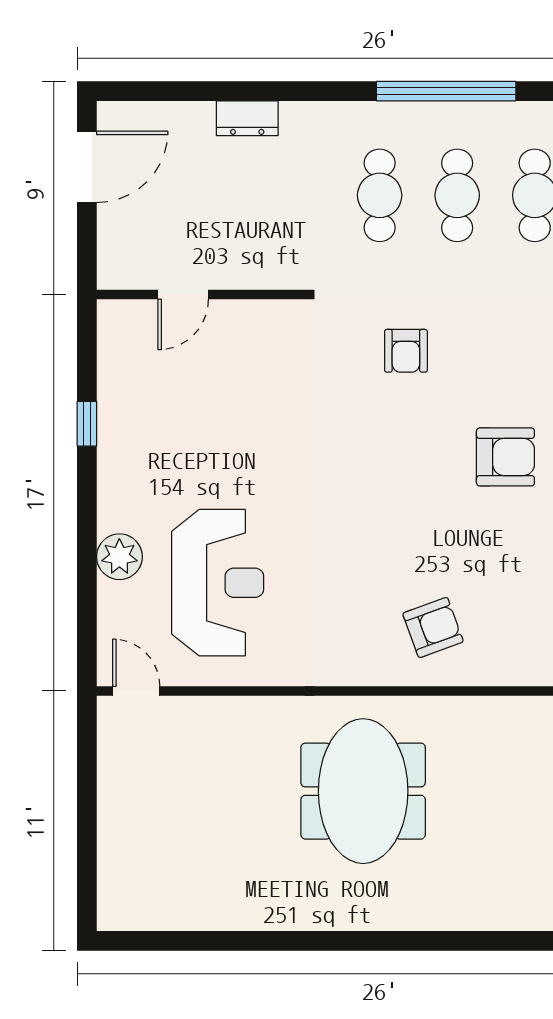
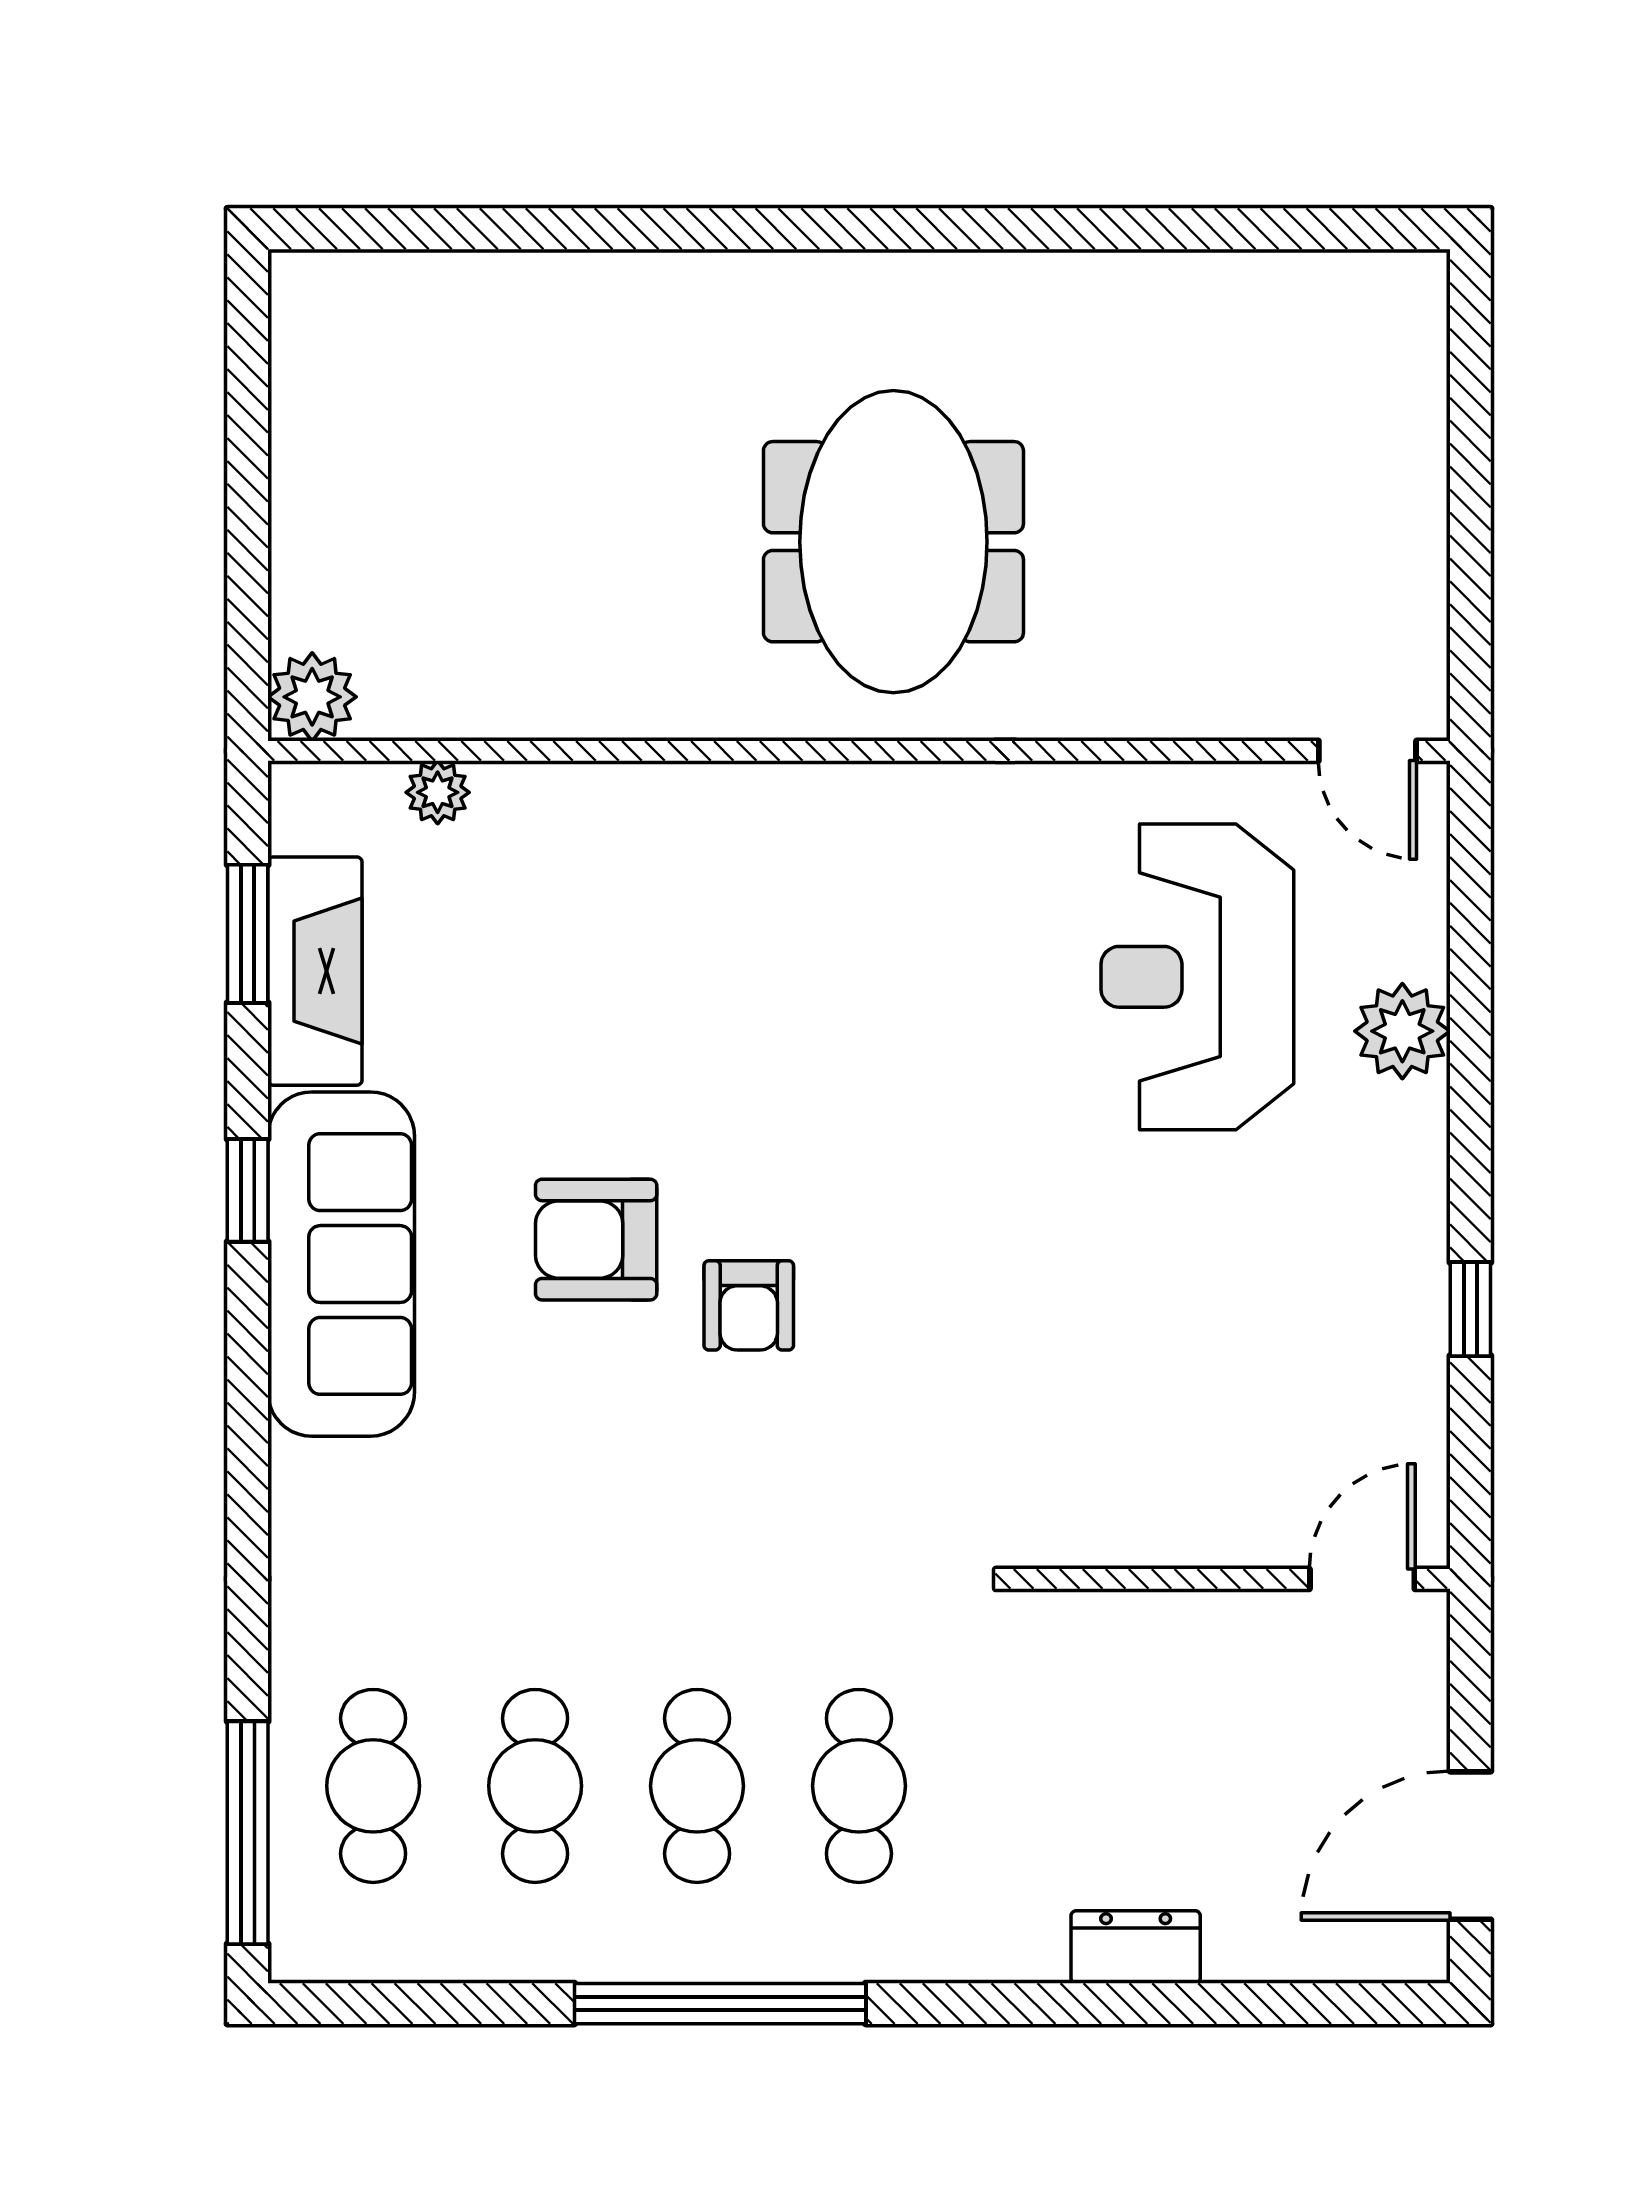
door: (183, 294) -> (1362, 1579), moved
armchair: (406, 351) -> (749, 1305), moved, turned 180
armchair: (433, 627) -> (747, 883), removed

